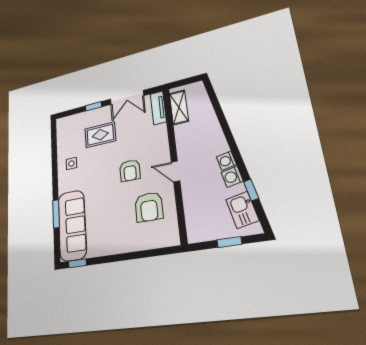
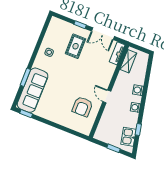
rug: (100, 135) -> (76, 46), turned 90
armchair: (130, 170) -> (82, 80), removed
washing machine: (232, 177) -> (138, 90), moved

